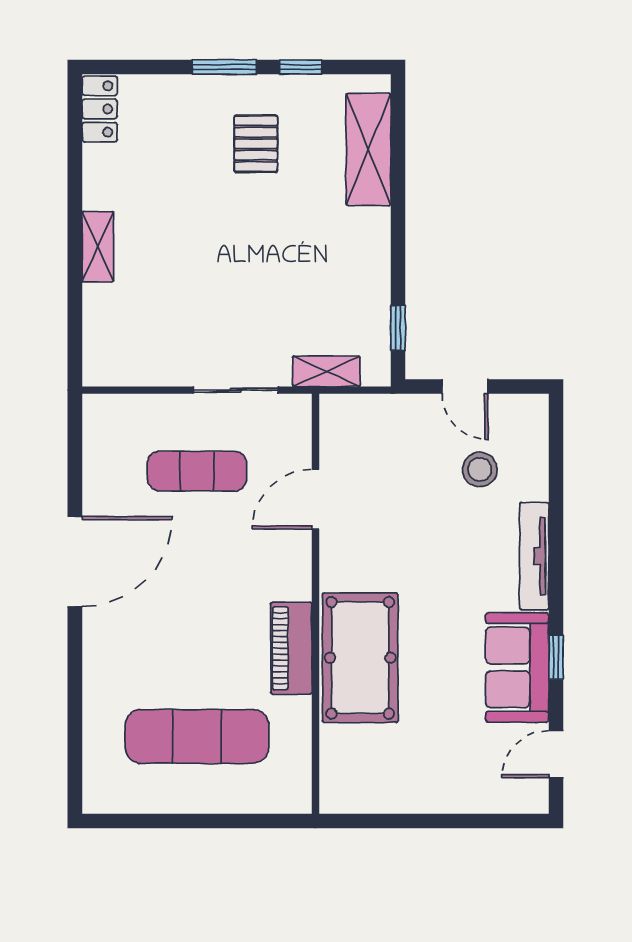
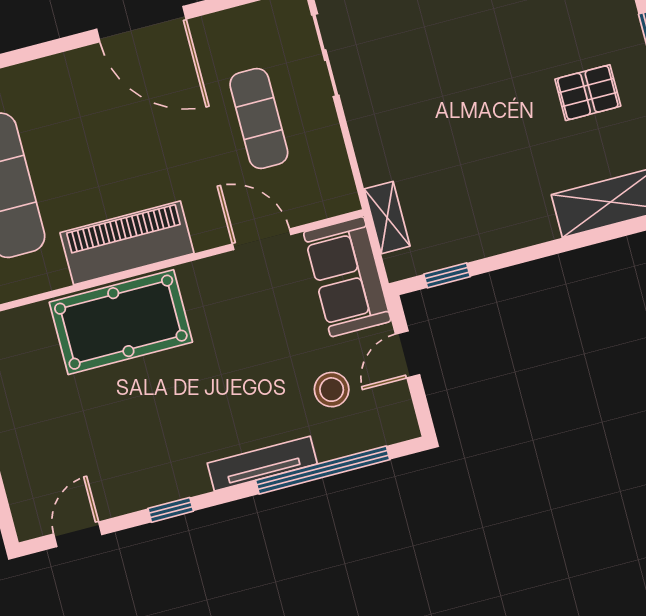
sliding door: (236, 390) -> (325, 55), moved
window: (556, 499) -> (323, 470), added
piano: (291, 648) -> (127, 243), width x1.37, depth x1.33
sofa: (517, 667) -> (347, 277), moved, turned -90
door: (556, 754) -> (78, 534), hinge flipped

